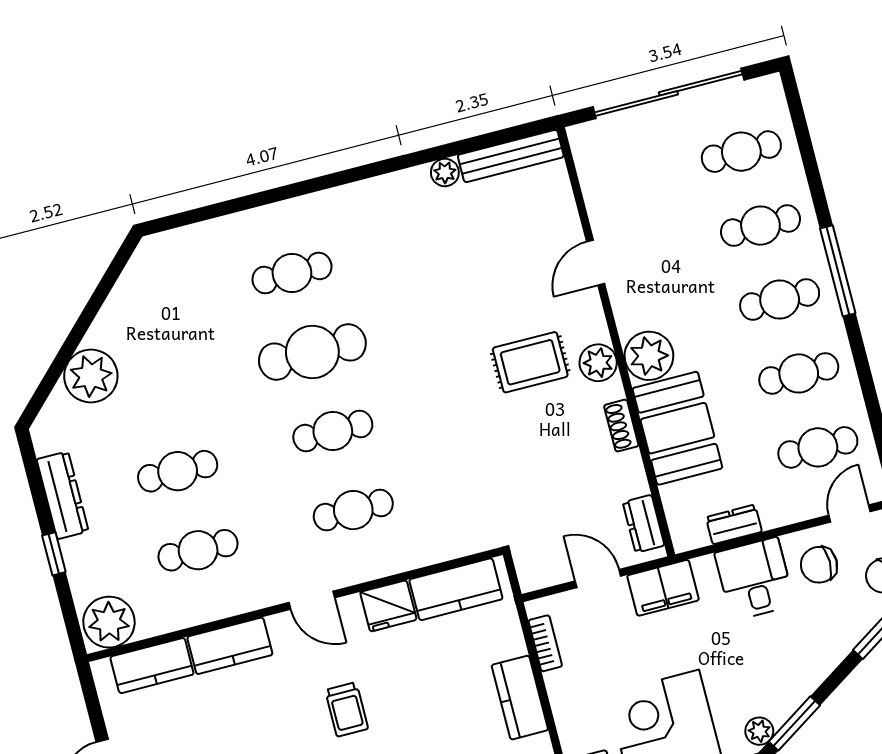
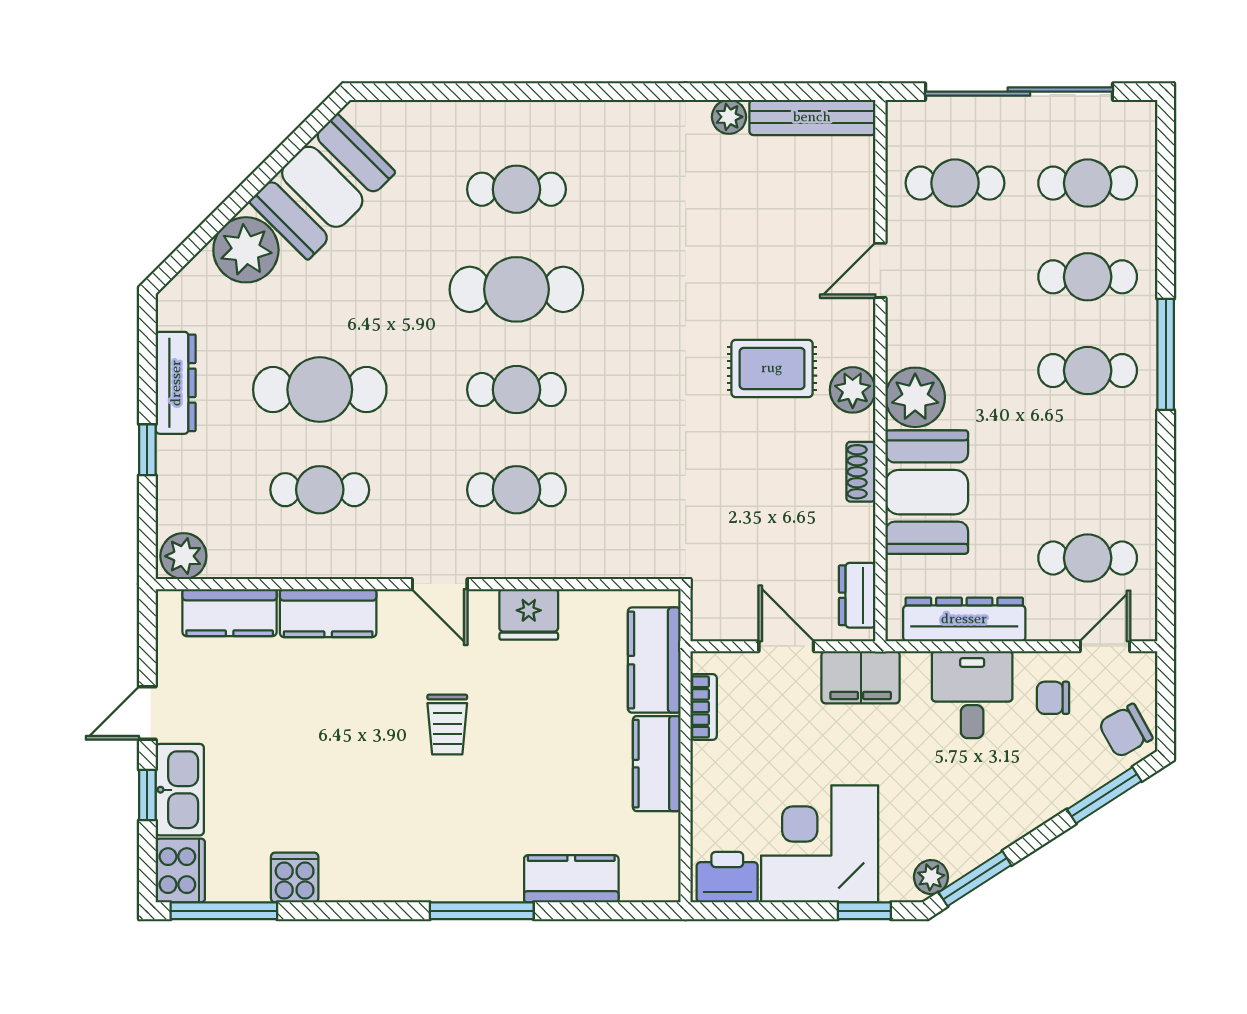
booth: (138, 311) -> (322, 187), added
cafe table: (799, 373) -> (955, 183), moved
cafe table: (178, 471) -> (320, 390), width x1.37, depth x1.35
dresser: (734, 524) -> (964, 619), width x1.96, depth x1.24
chair: (819, 565) -> (1053, 698), width x0.73, depth x0.73
kitchen counter: (456, 589) -> (654, 660), moved, turned 90
plant: (109, 622) -> (183, 556), width x0.73, depth x0.73

